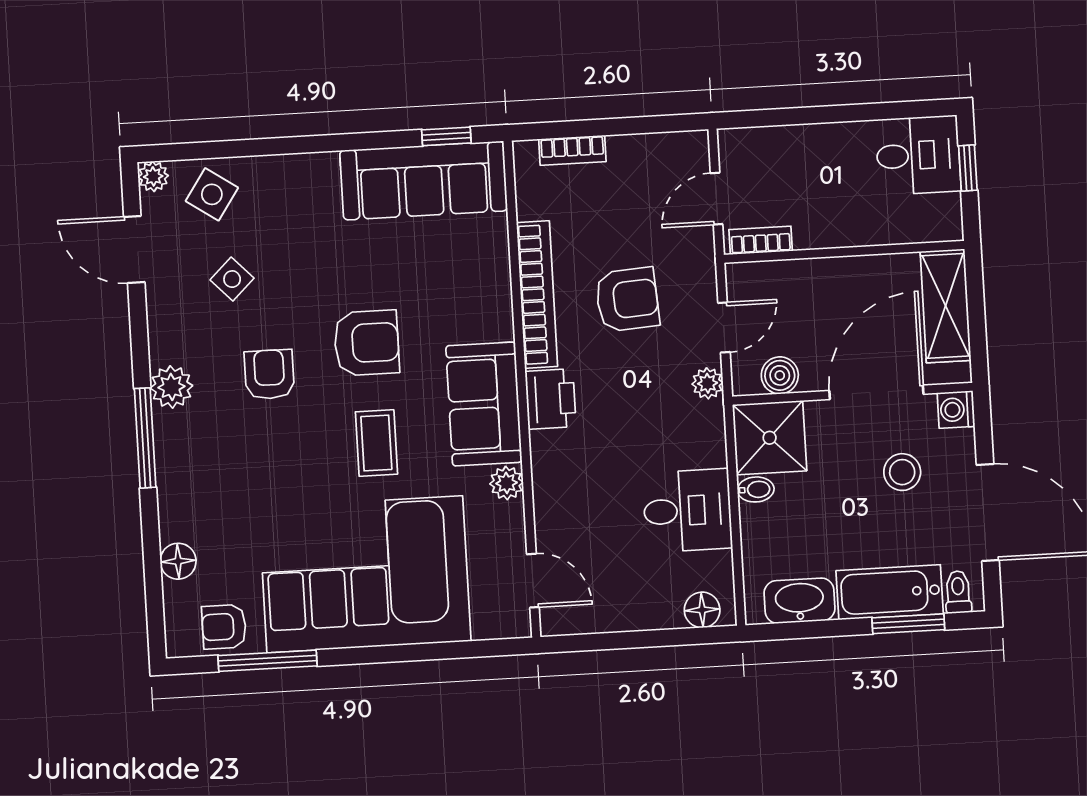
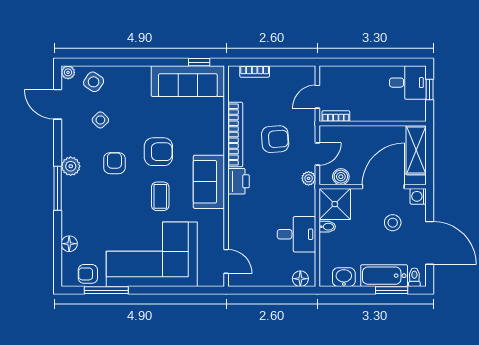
plant: (507, 483) -> (217, 217), removed
washbasin: (799, 601) -> (344, 277), width x0.72

